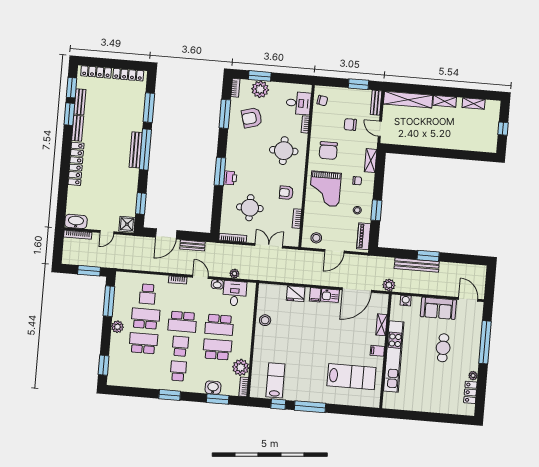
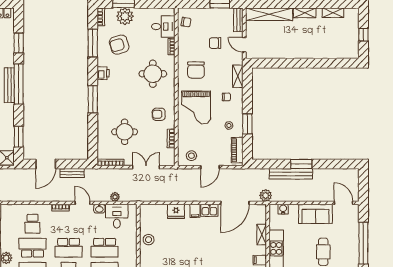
window: (149, 108) -> (19, 43), width x0.69
printer: (230, 178) -> (103, 73), moved

